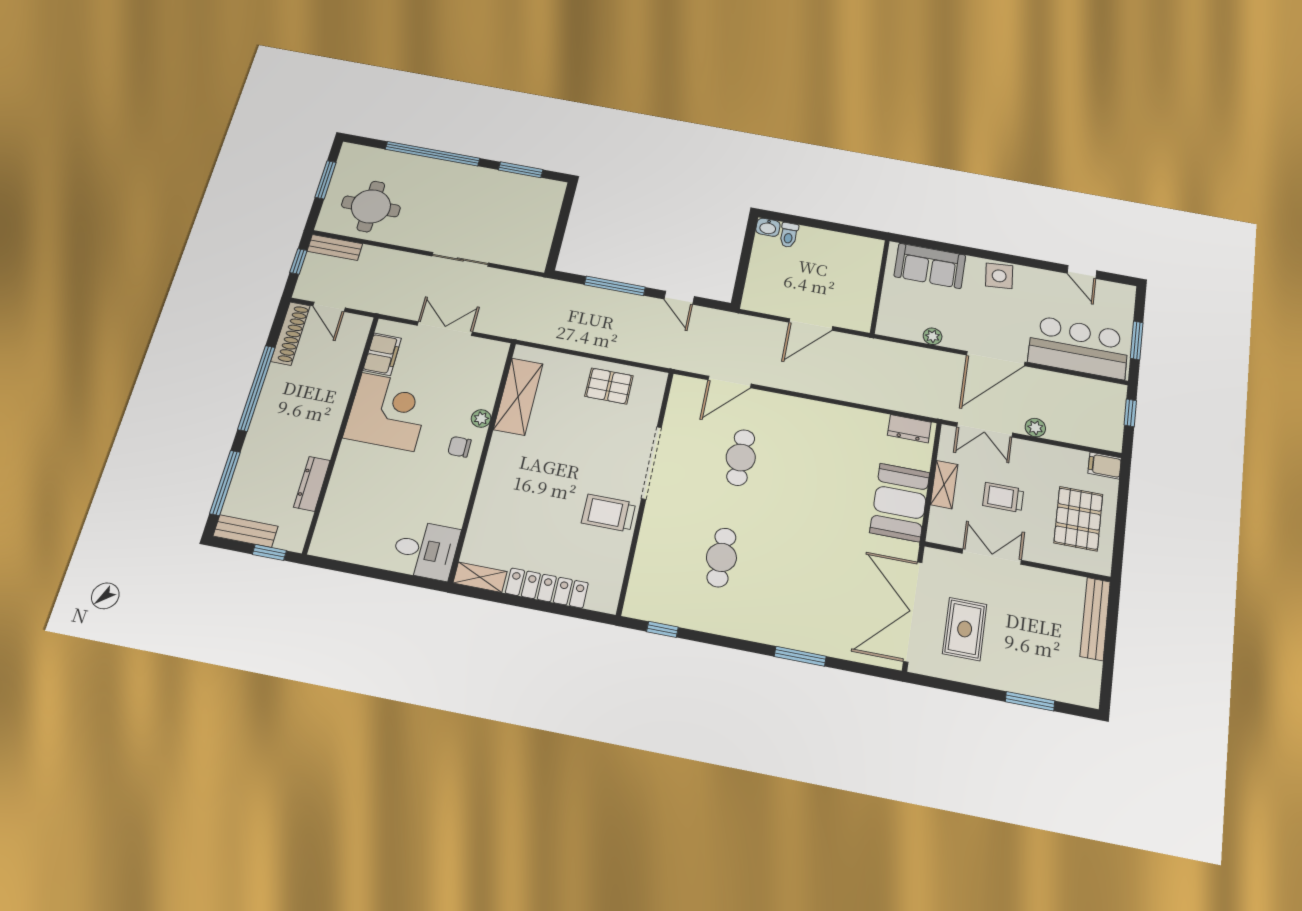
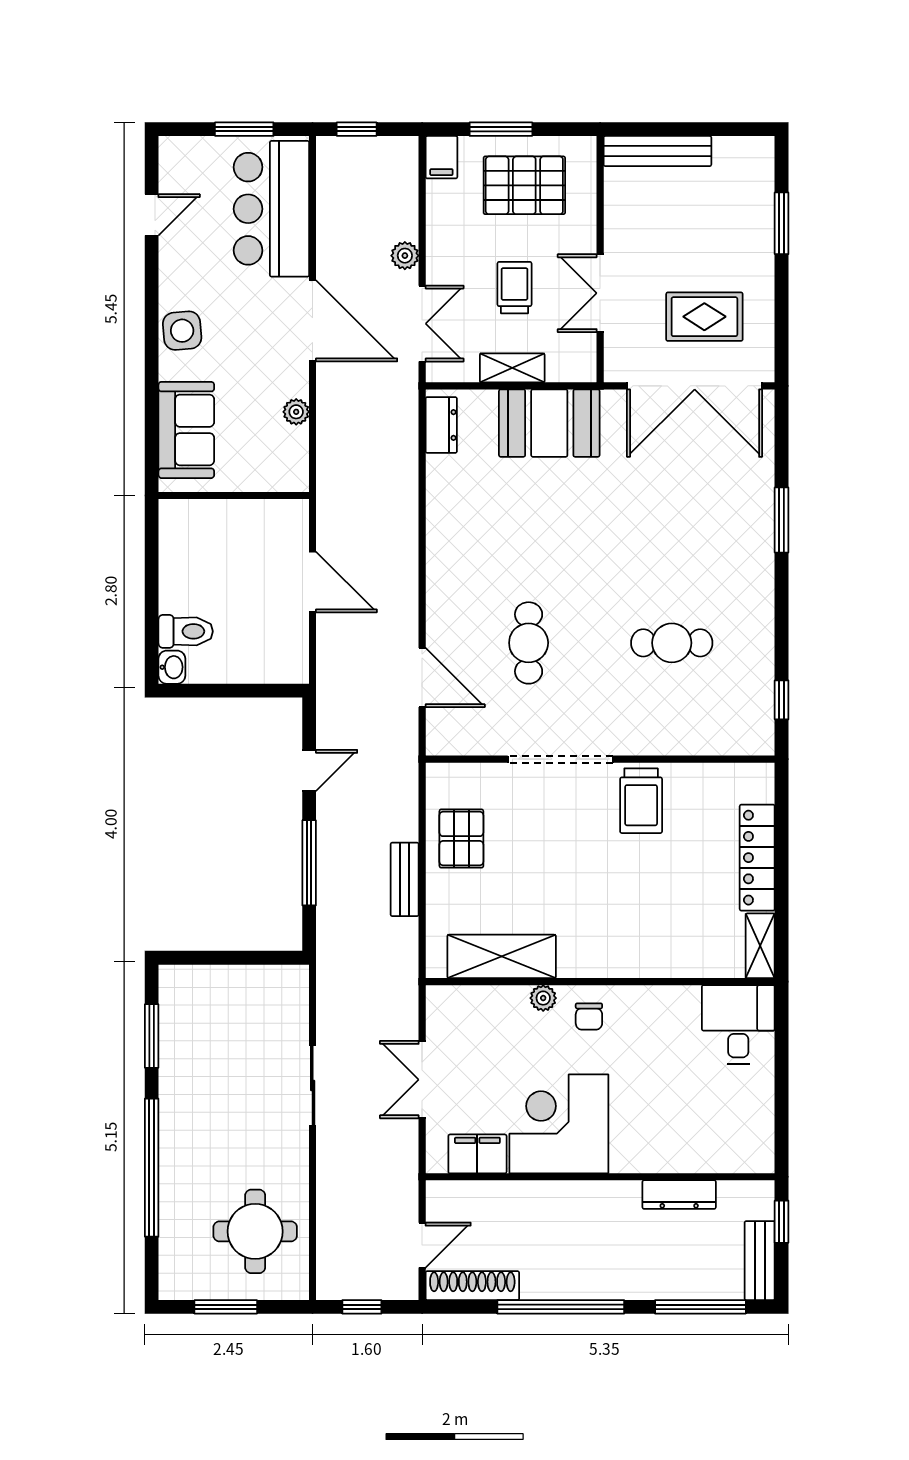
toilet: (789, 235) -> (186, 631), width x1.37, depth x1.39
bench: (335, 247) -> (405, 879), moved
cafe table: (741, 458) -> (529, 643), turned 90
trolley: (1003, 497) -> (514, 288), turned 180
window: (1122, 510) -> (501, 129), added

